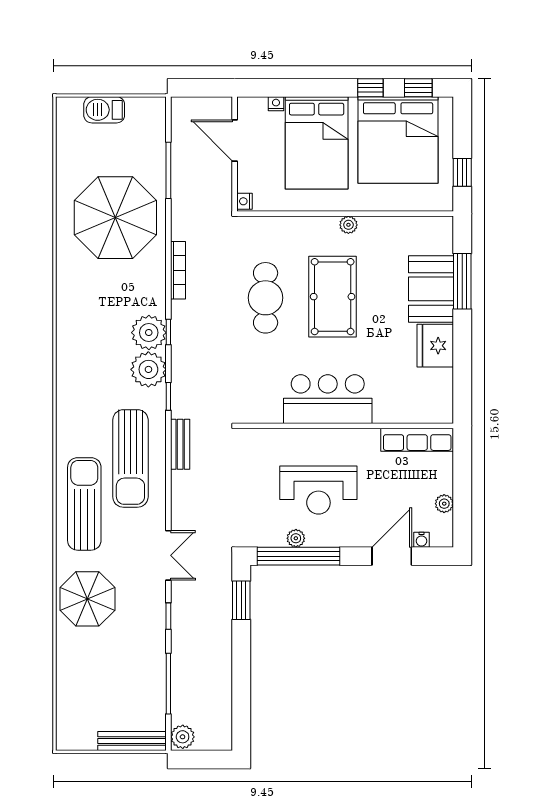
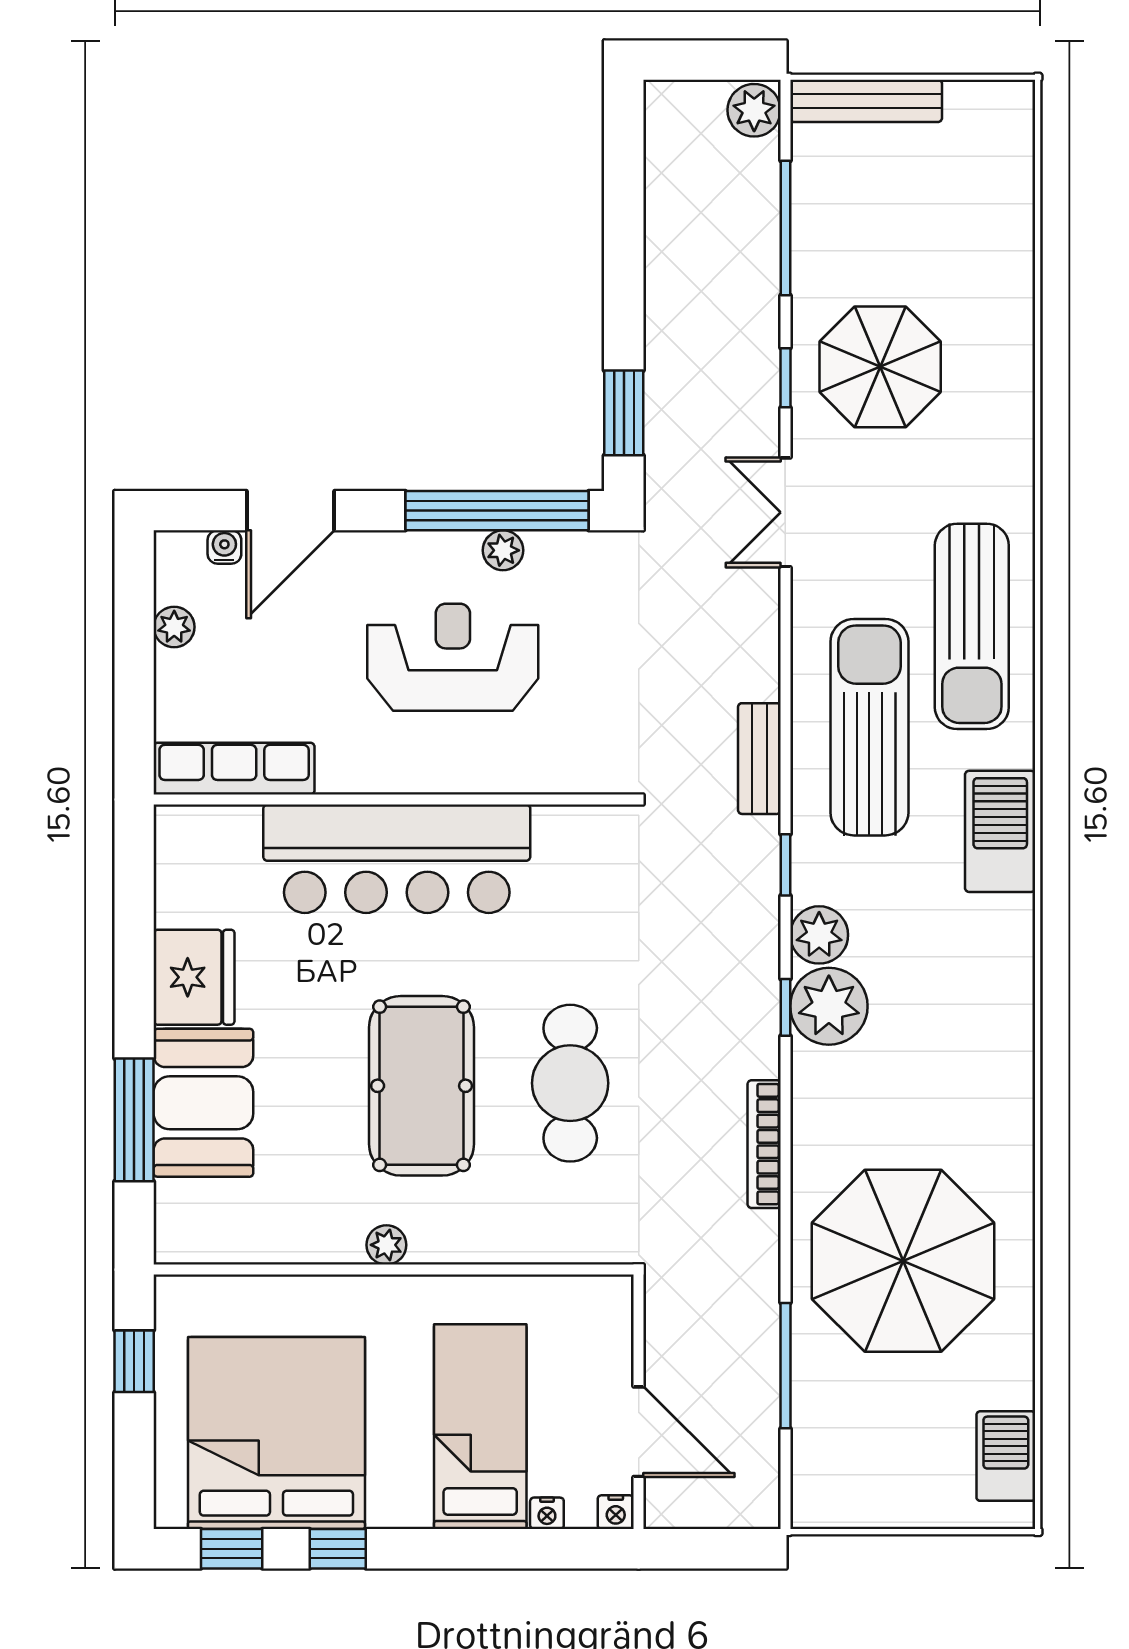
barbecue: (104, 110) -> (1006, 1456), moved, turned -90
bed: (317, 143) -> (480, 1427), width x0.67
nightstand: (245, 201) -> (616, 1512), moved, turned 90
plant: (148, 369) -> (819, 935), width x0.73, depth x0.73
bar counter: (328, 399) -> (397, 859), width x1.36
barbecue: (71, 411) -> (1000, 831), added
parasol: (87, 599) -> (880, 367), moved

